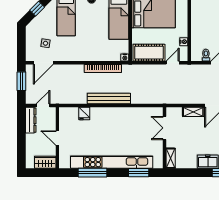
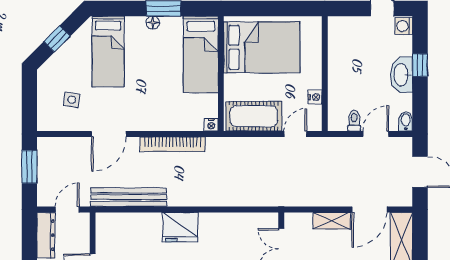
door: (43, 63) -> (109, 134), moved
bench: (109, 99) -> (129, 197), moved
fridge: (84, 113) -> (180, 227), moved, width x1.88, depth x1.34

